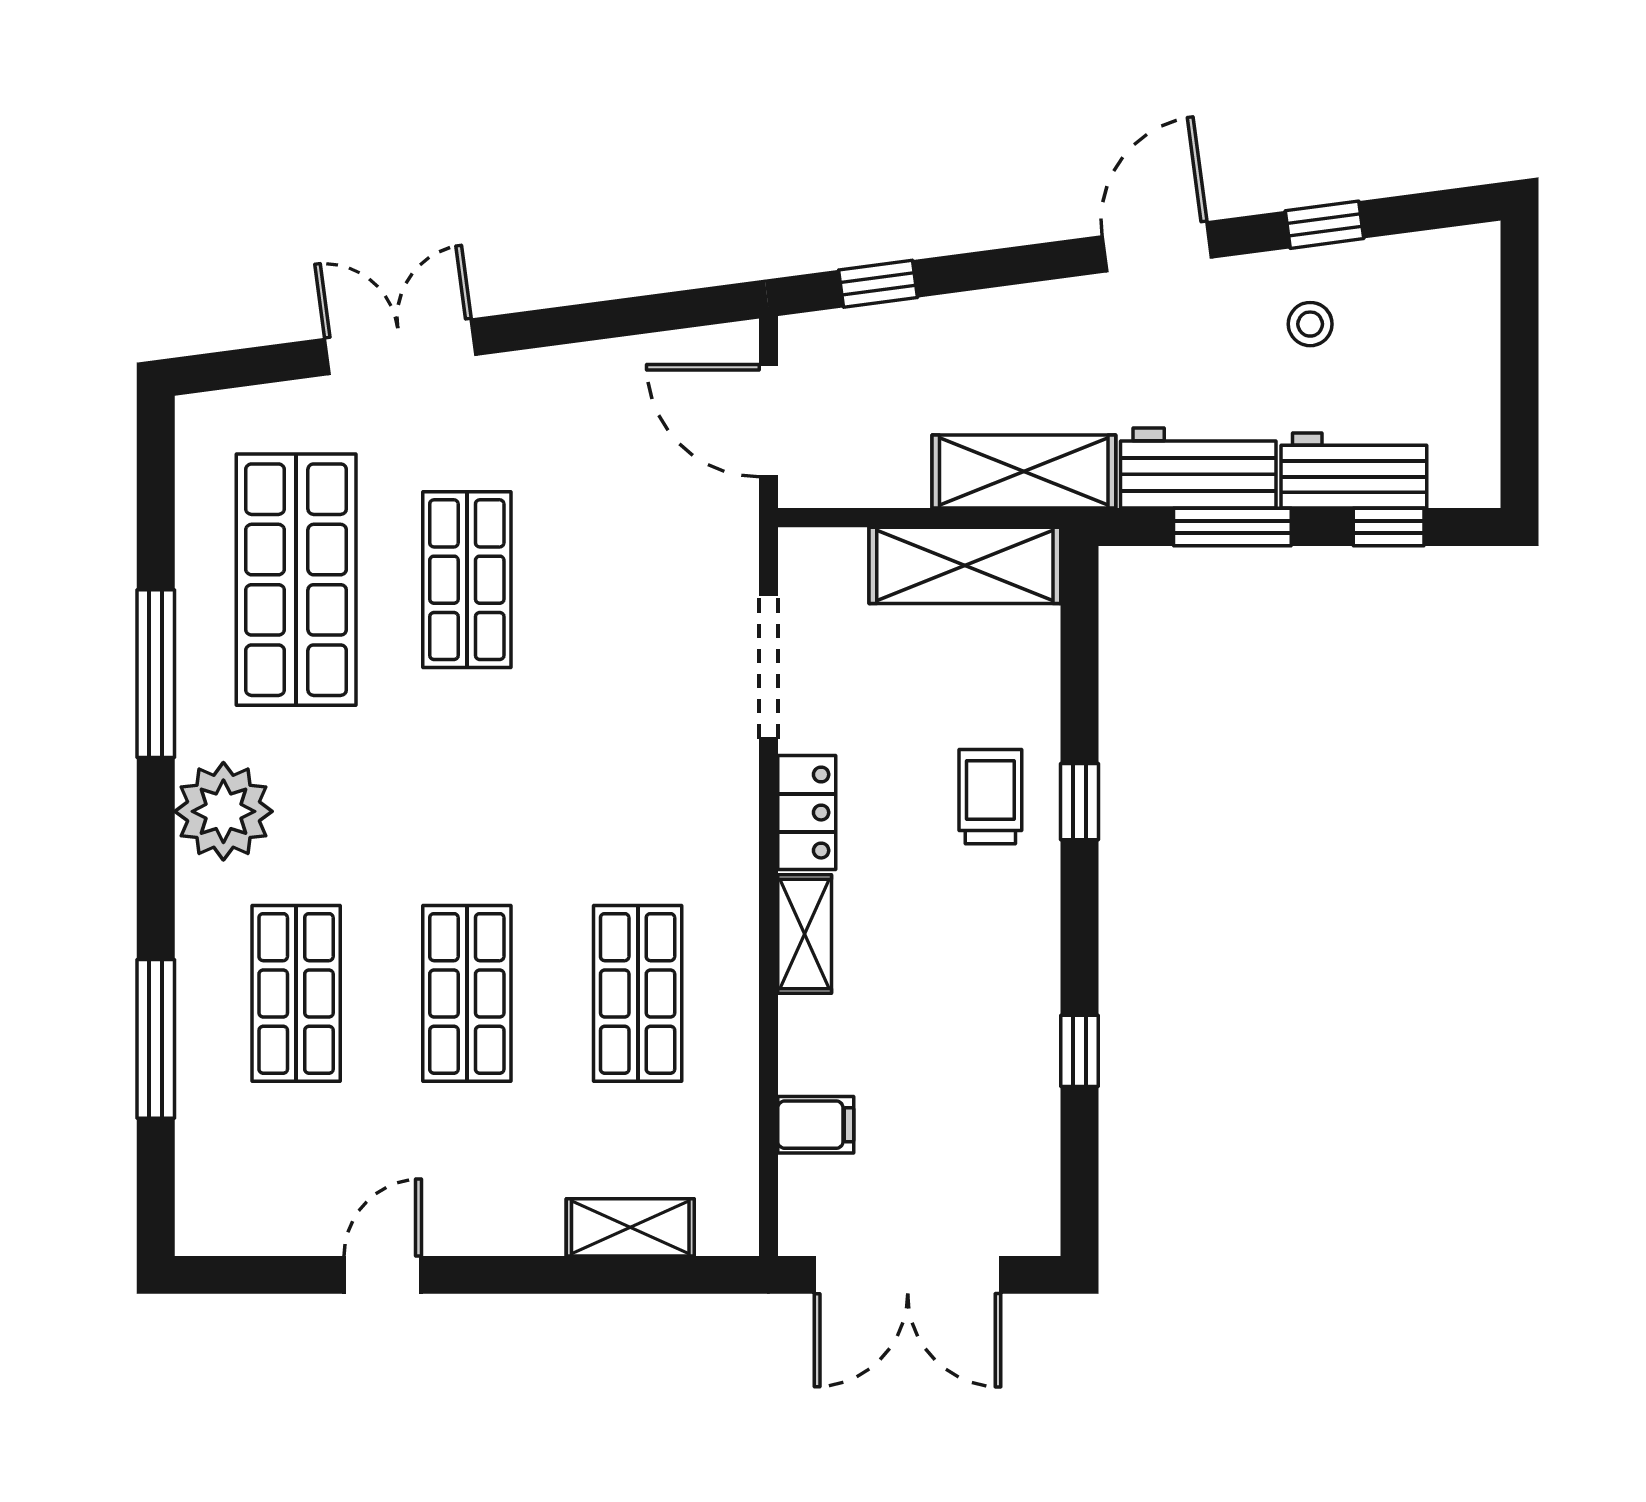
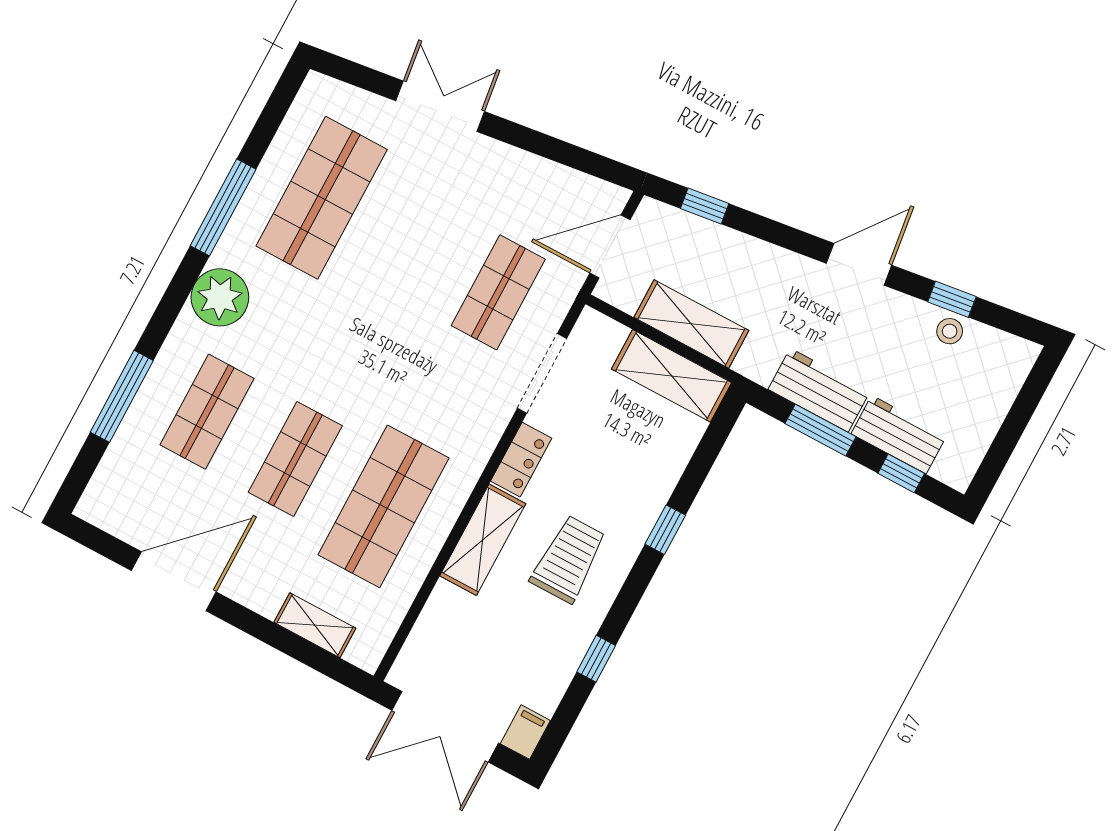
stool: (1310, 324) -> (950, 331), moved
door: (768, 421) -> (610, 246), hinge flipped
shelving: (1024, 472) -> (691, 324), moved
shop shelf: (467, 580) -> (498, 292), moved
trolley: (990, 797) -> (568, 559), moved, width x1.36, depth x1.39
shelving: (805, 934) -> (483, 540), width x1.50, depth x1.33
shop shelf: (638, 993) -> (384, 506), width x1.43, depth x1.36
filing cabinet: (816, 1125) -> (525, 732), moved, turned -90
door: (383, 1275) -> (174, 581), width x1.88

